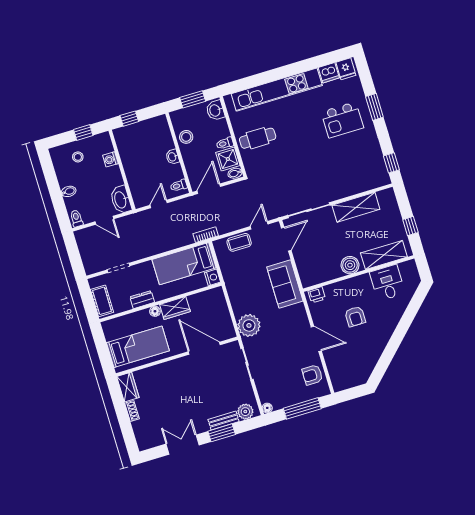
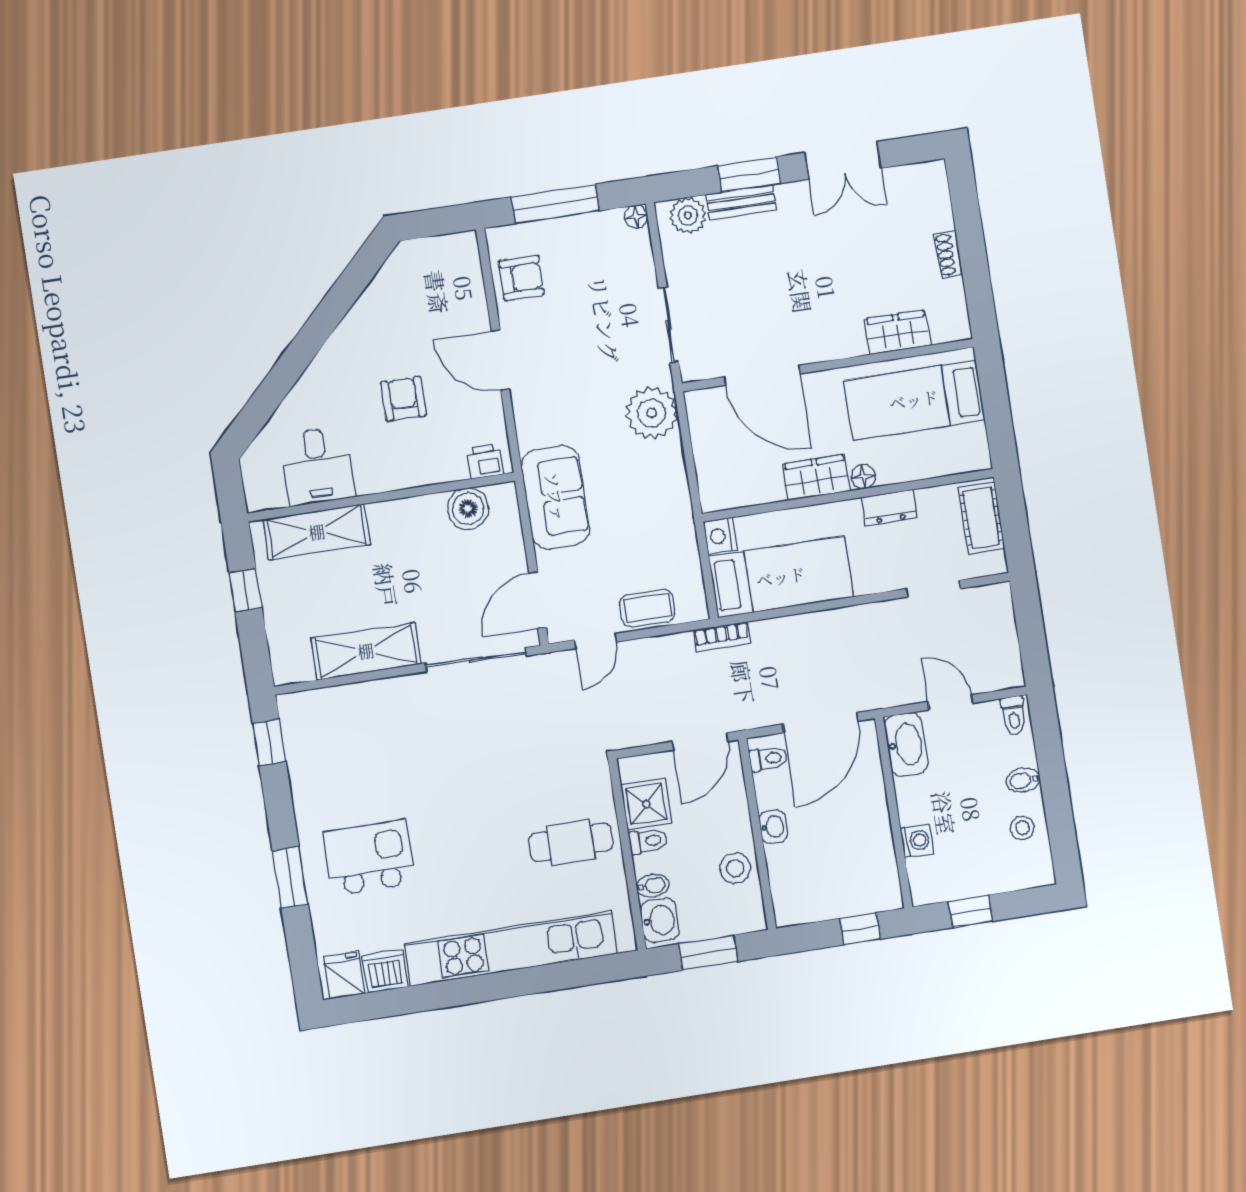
stool: (78, 157) -> (1022, 828), moved
bidet: (235, 173) -> (653, 886), moved
door: (159, 204) -> (821, 723), width x1.88
boiler: (350, 265) -> (468, 509), moved
wardrobe: (128, 387) -> (898, 332), moved, turned 90

